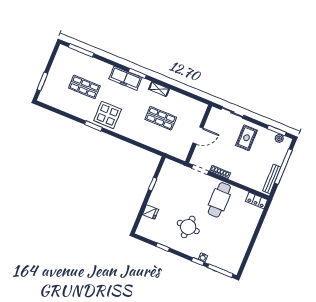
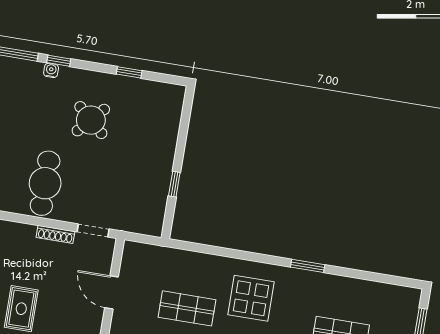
display table: (108, 115) -> (251, 298), moved
door: (198, 135) -> (111, 292), hinge flipped
fridge: (150, 212) -> (166, 132), removed
round table: (188, 227) -> (91, 120), turned 38

